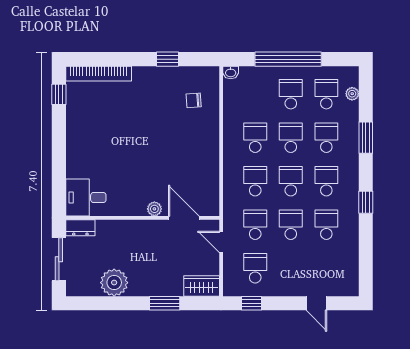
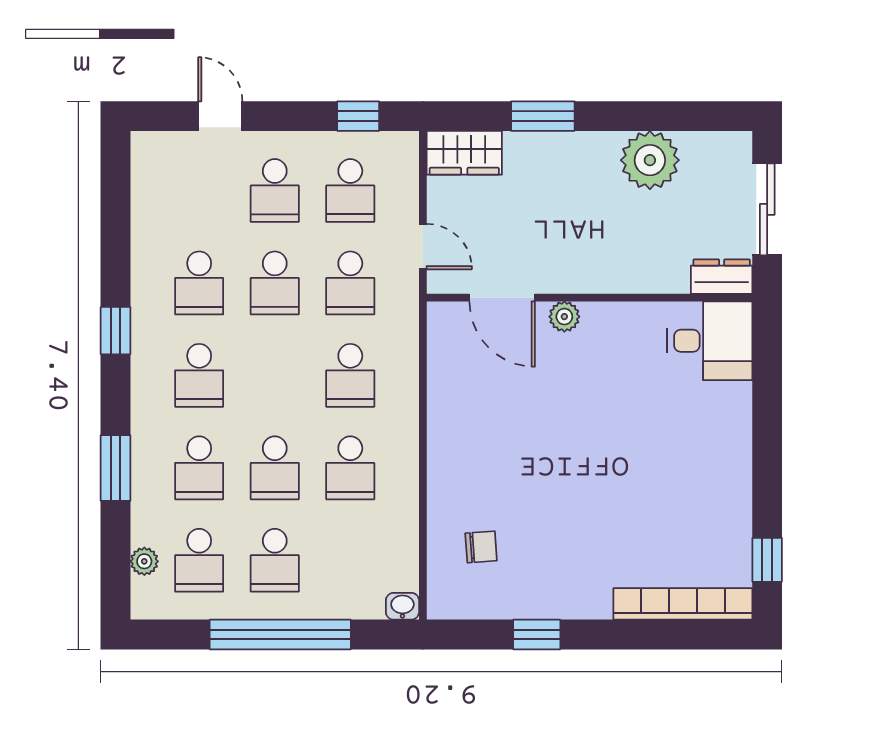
school desk: (291, 181) -> (275, 190), moved

